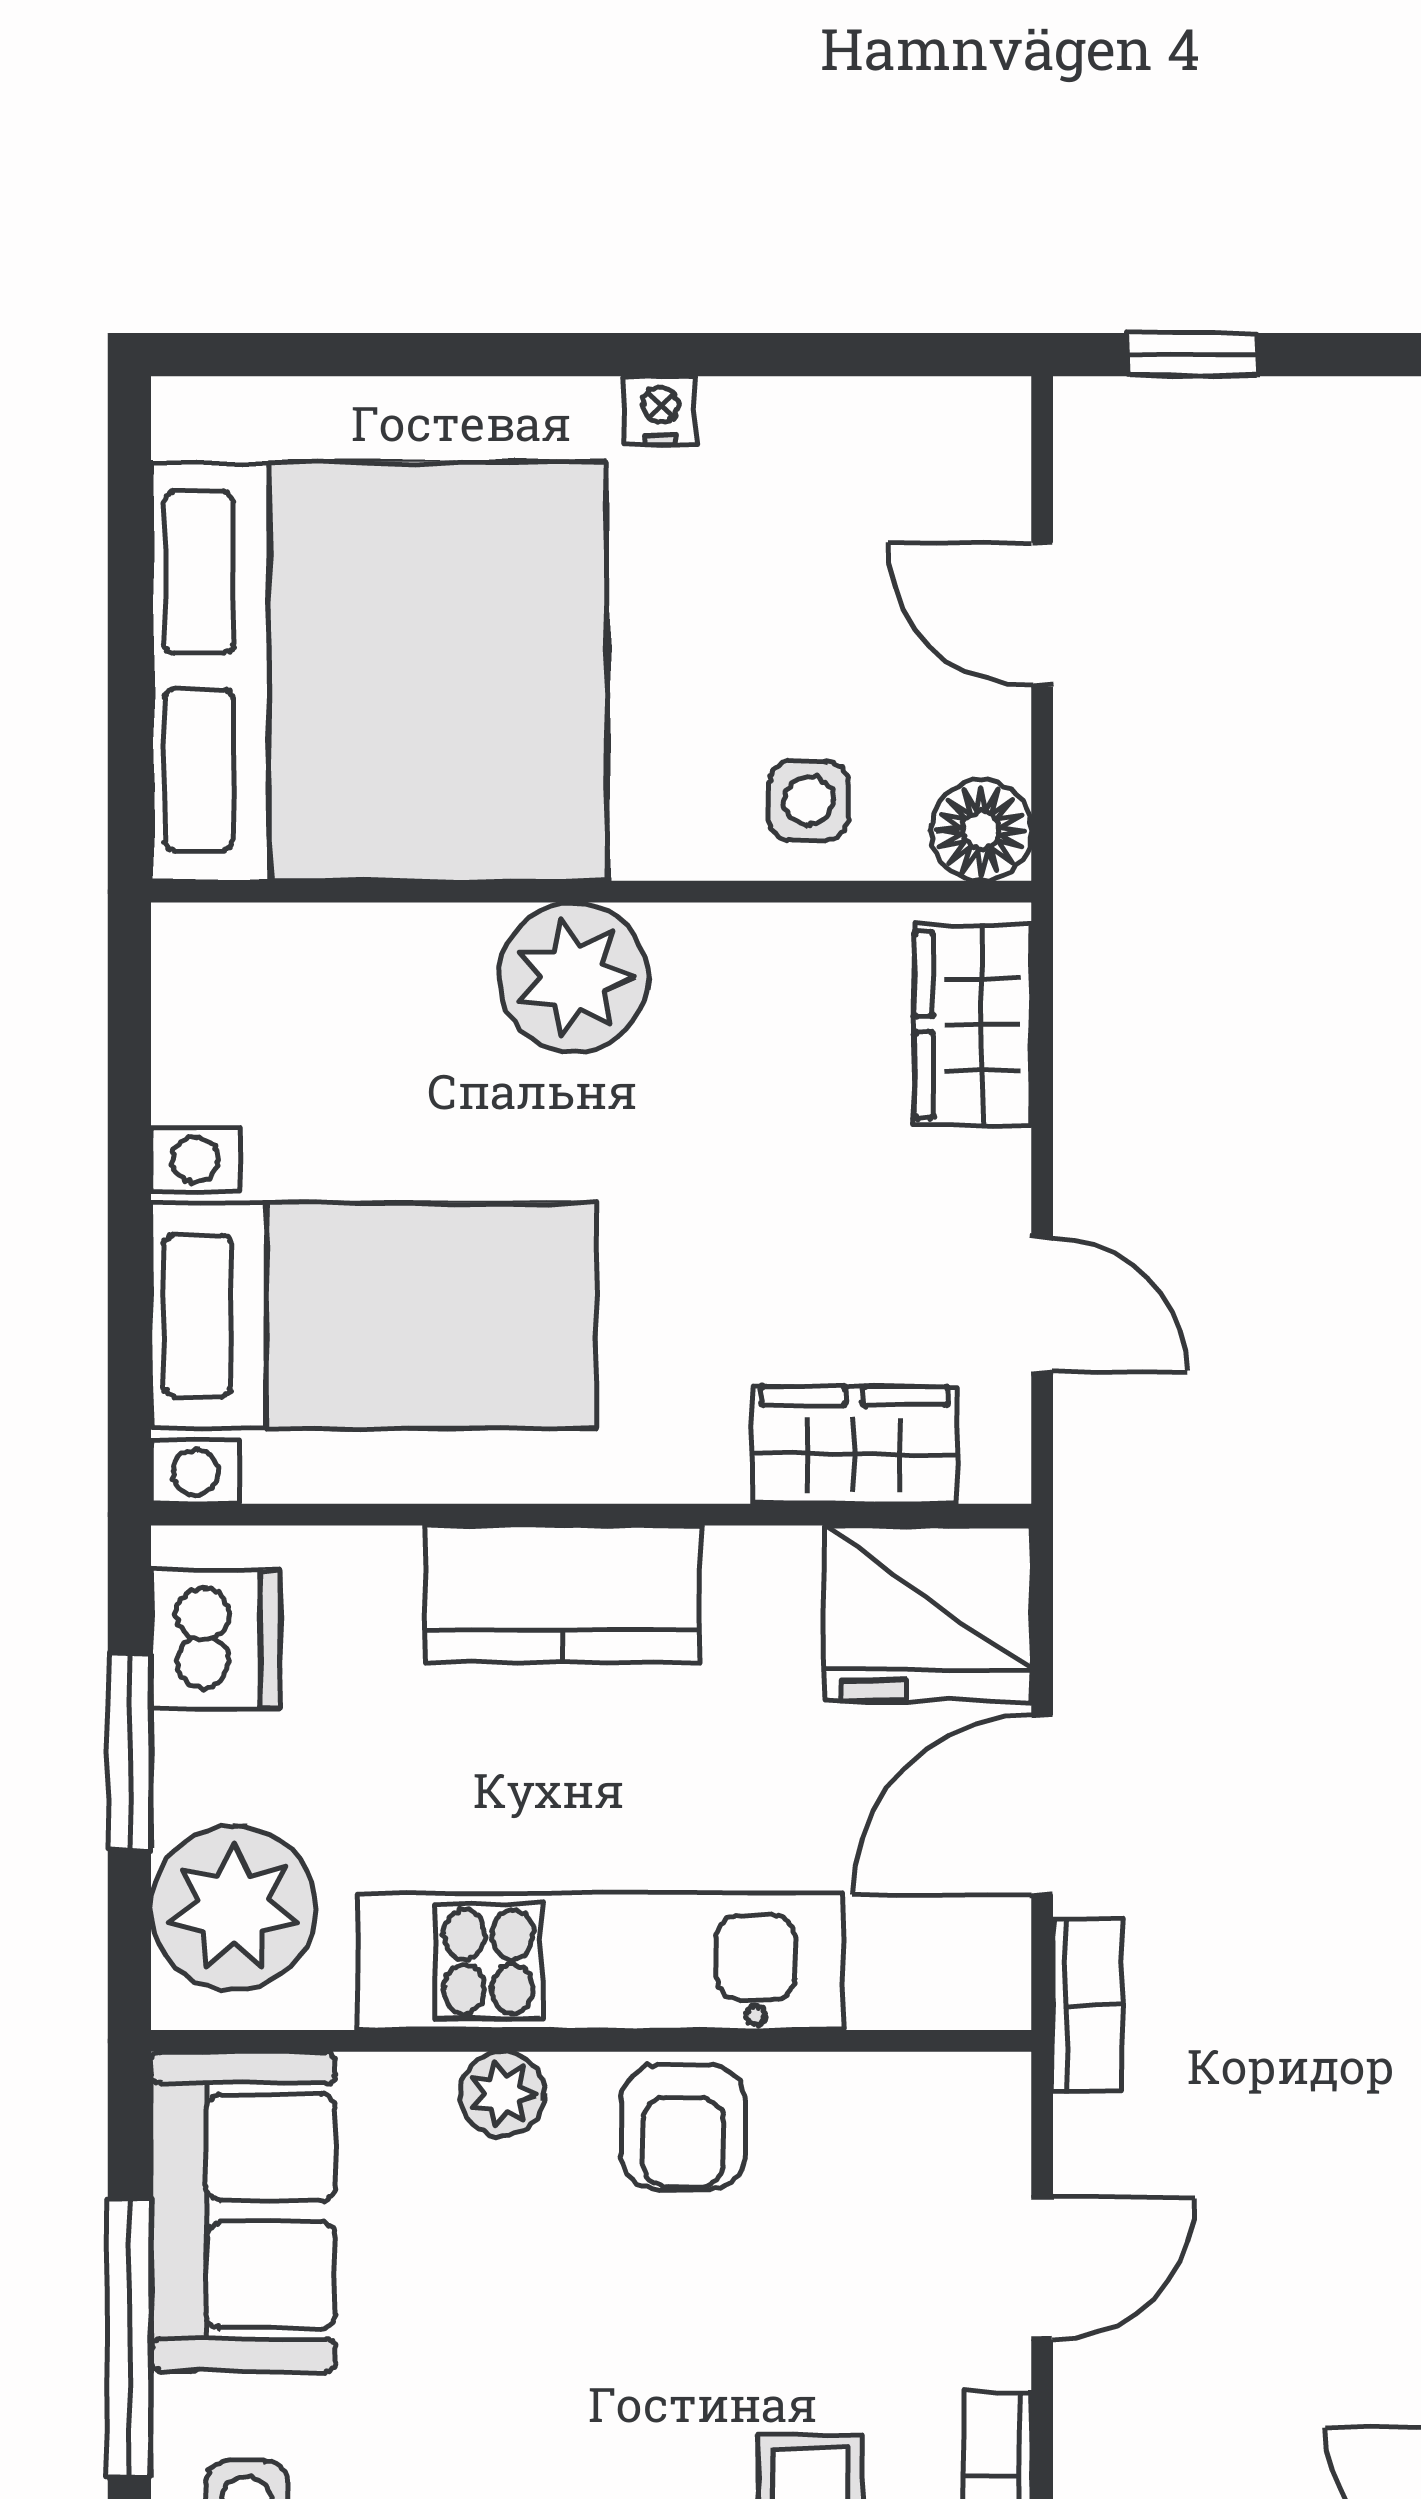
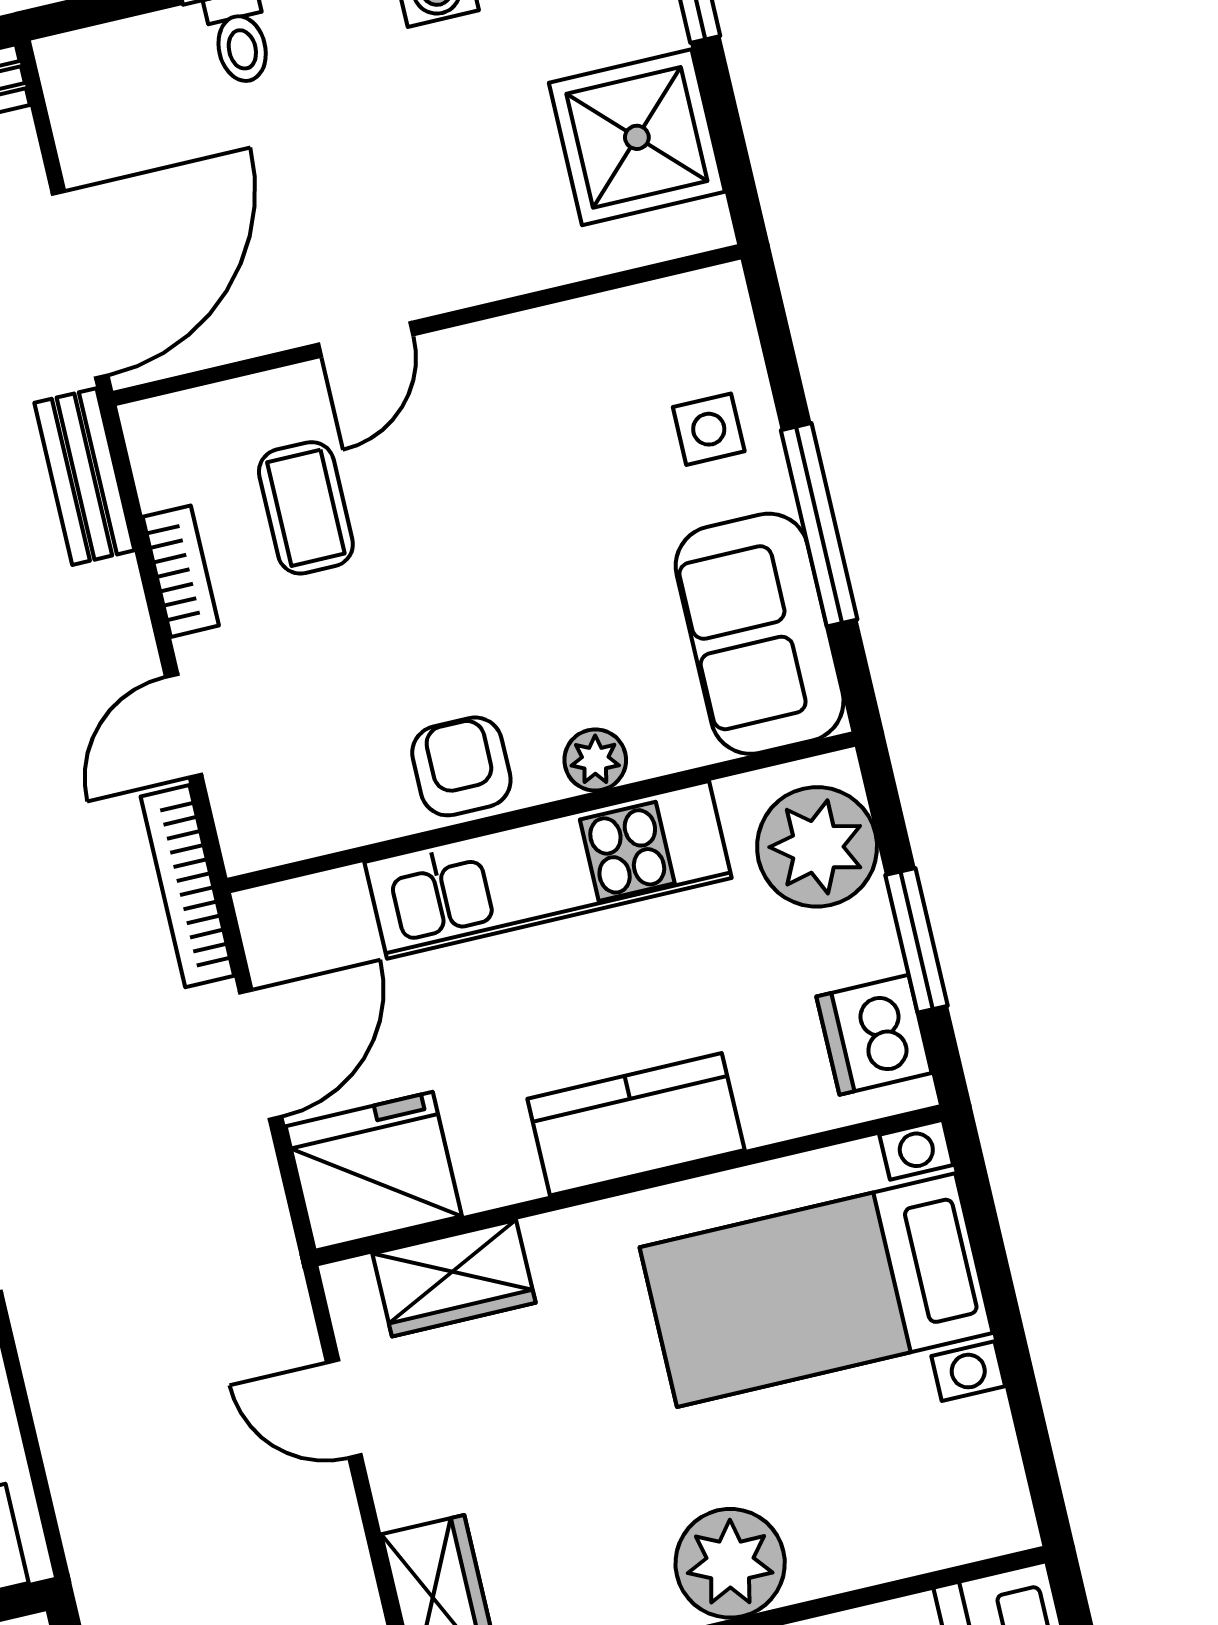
bookcase: (1087, 2005) -> (187, 886), width x1.56

